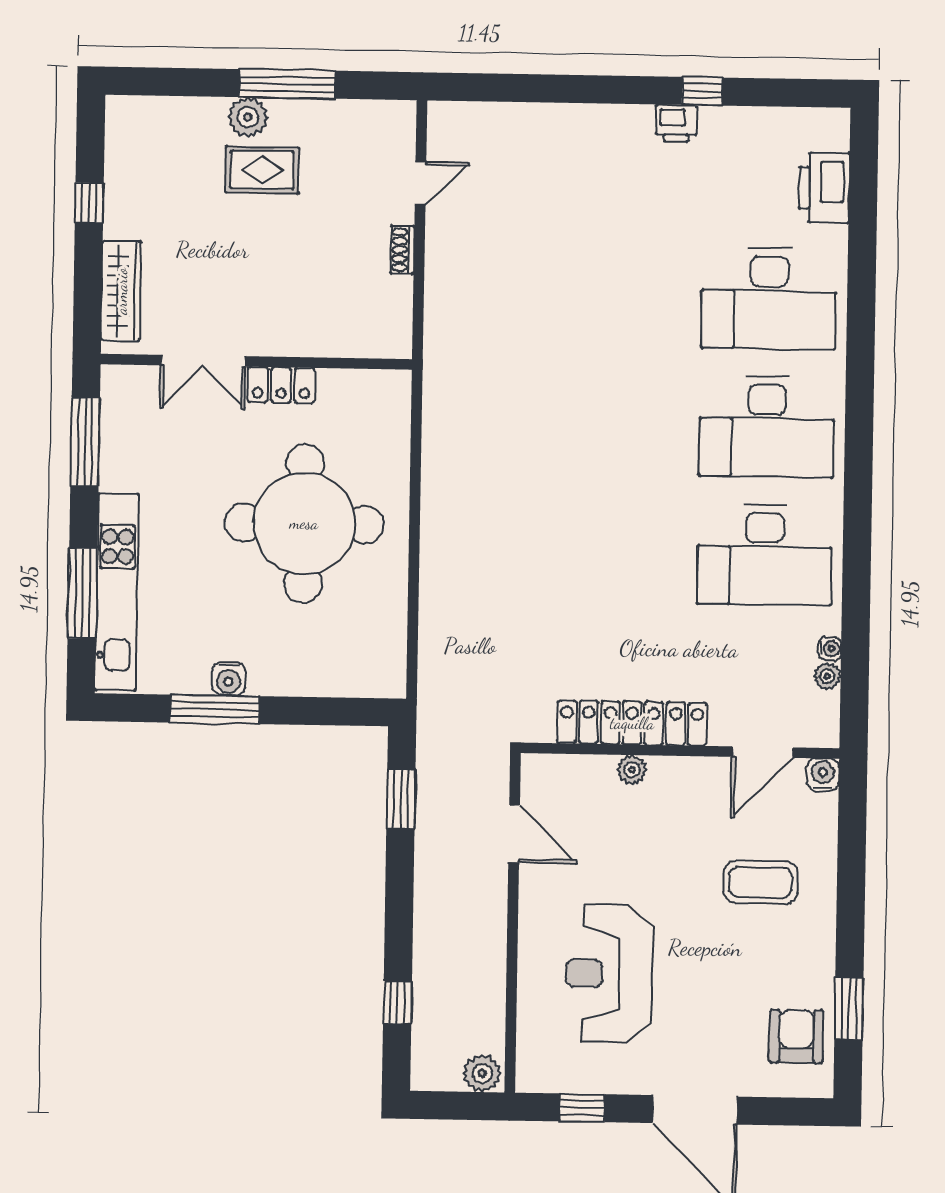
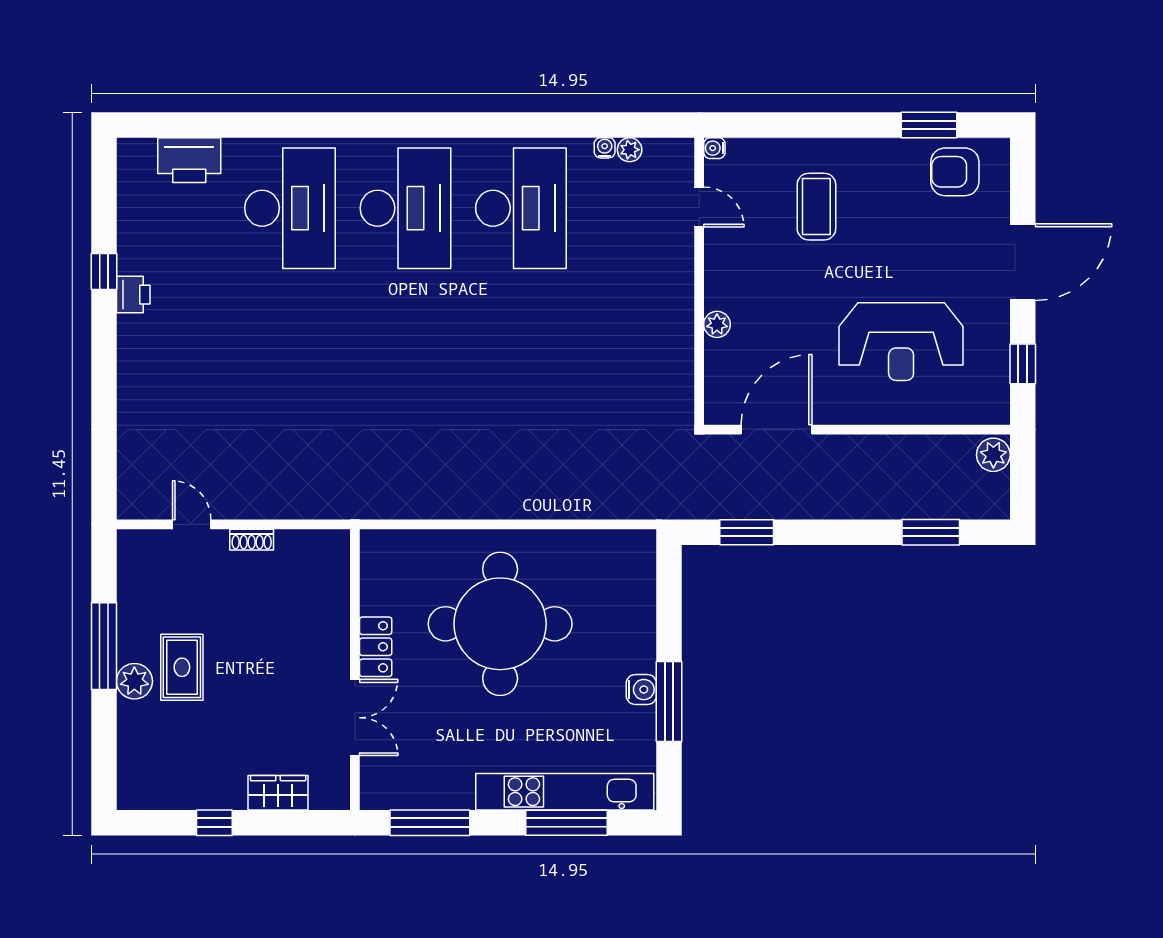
wardrobe: (121, 291) -> (278, 793), width x0.67
locker: (632, 723) -> (675, 325), removed
door: (762, 752) -> (699, 207), width x0.73
water cooler: (823, 775) -> (714, 148), width x0.72, depth x0.72
door: (514, 834) -> (777, 430), width x1.36
window: (397, 1003) -> (931, 532), width x1.50

